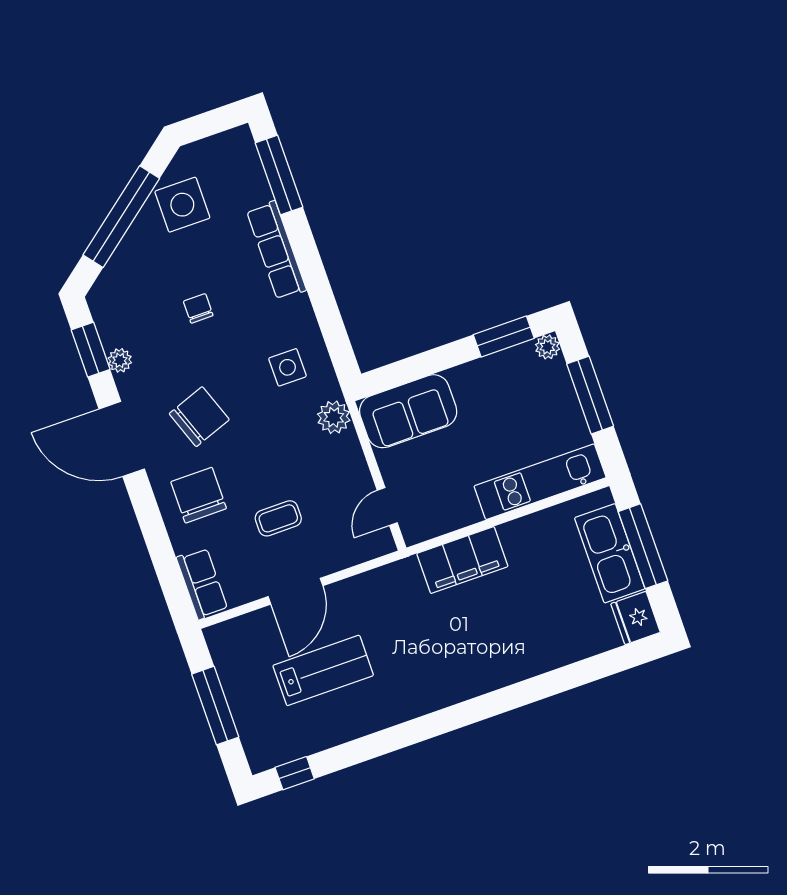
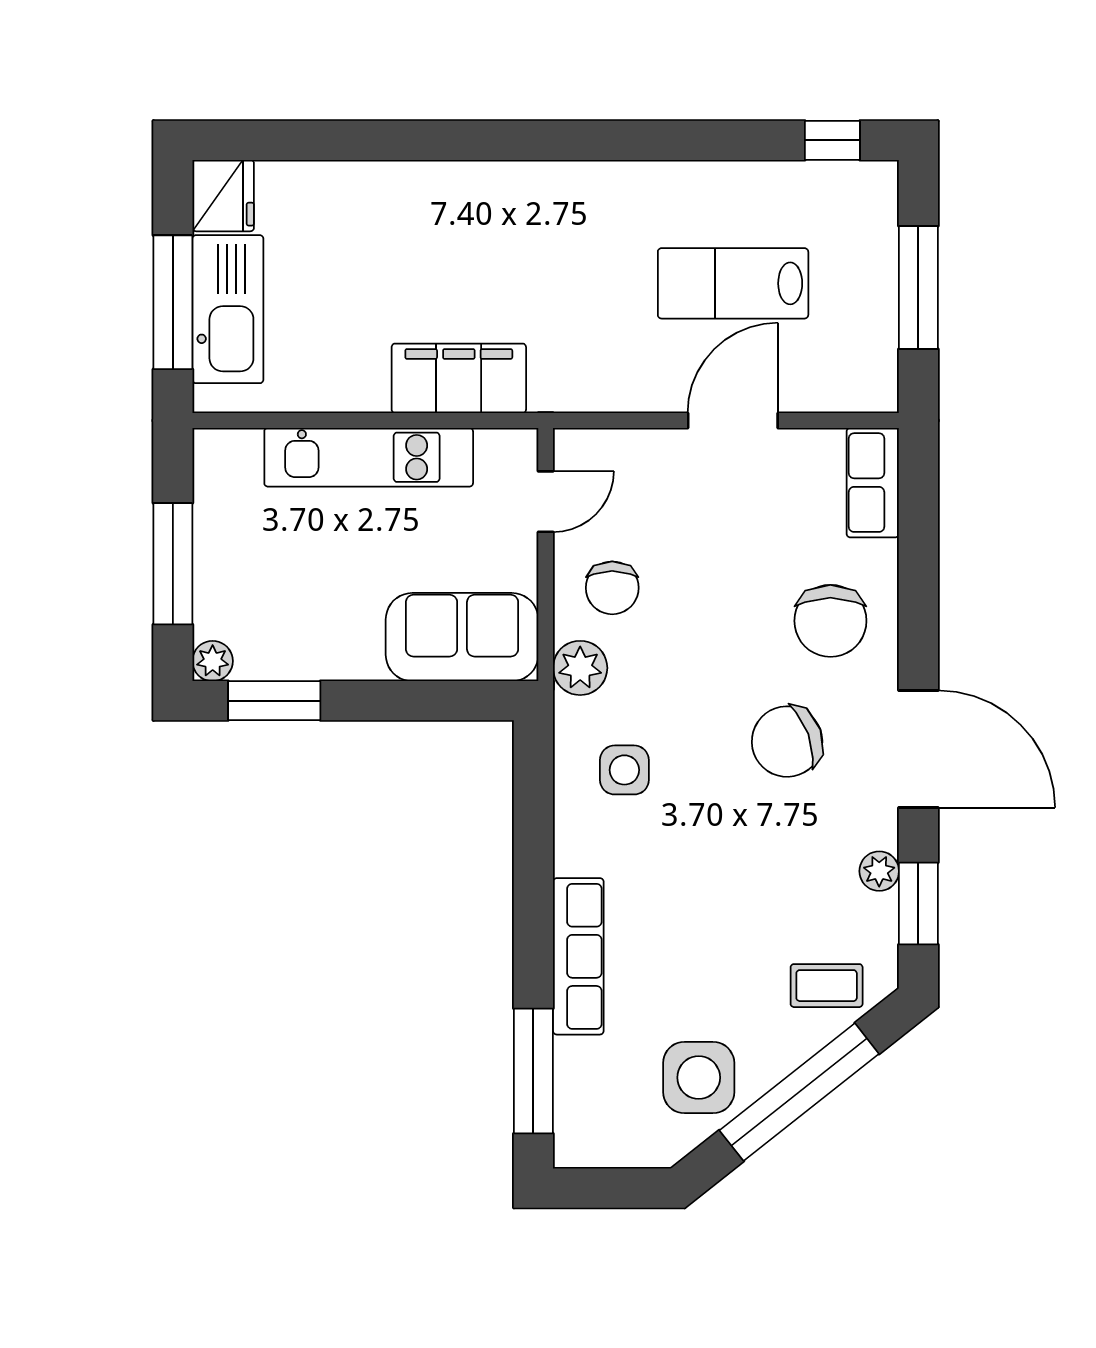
chair: (198, 308) -> (612, 588), moved, width x1.37, depth x1.37
kitchen unit: (540, 482) -> (369, 457), moved
coffee table: (278, 518) -> (827, 986), moved

